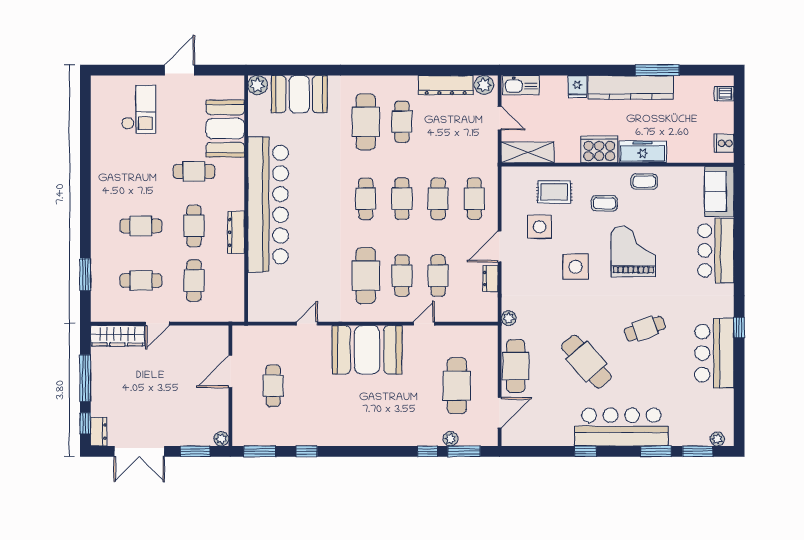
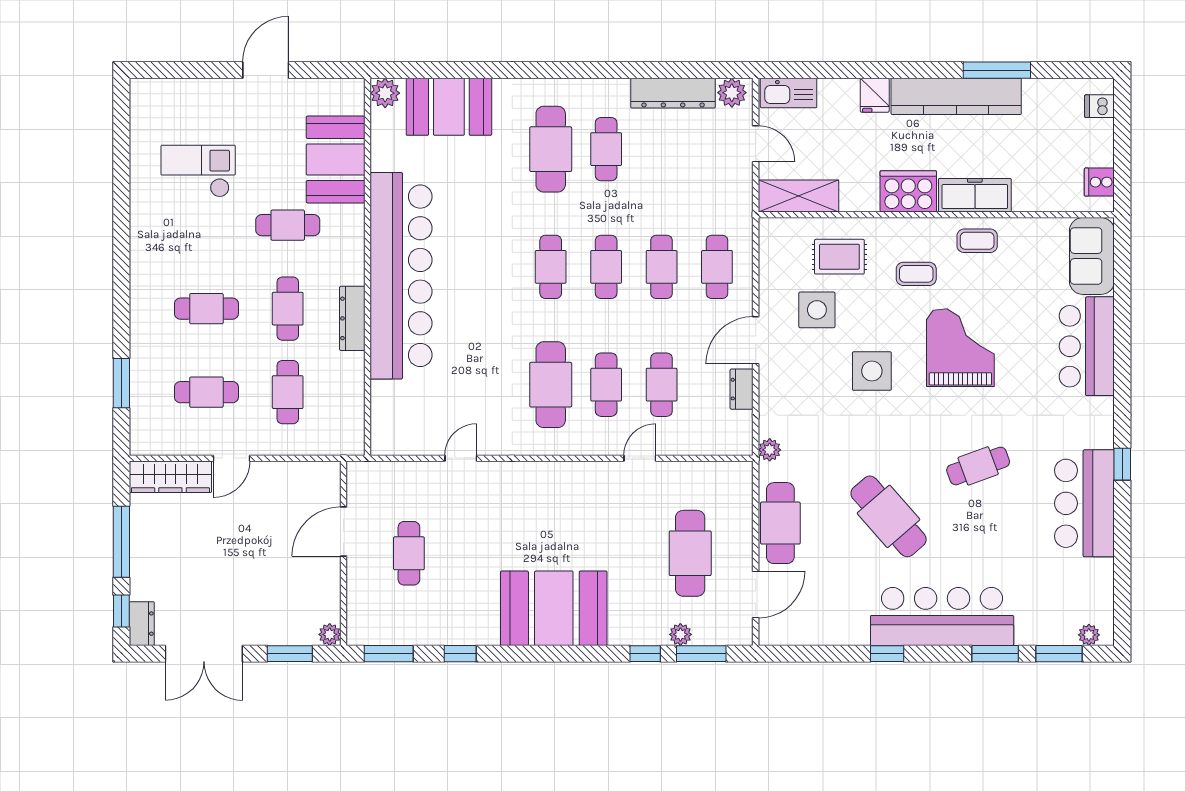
checkout: (139, 109) -> (198, 171), moved, turned -90
booth: (367, 350) -> (554, 608), moved

